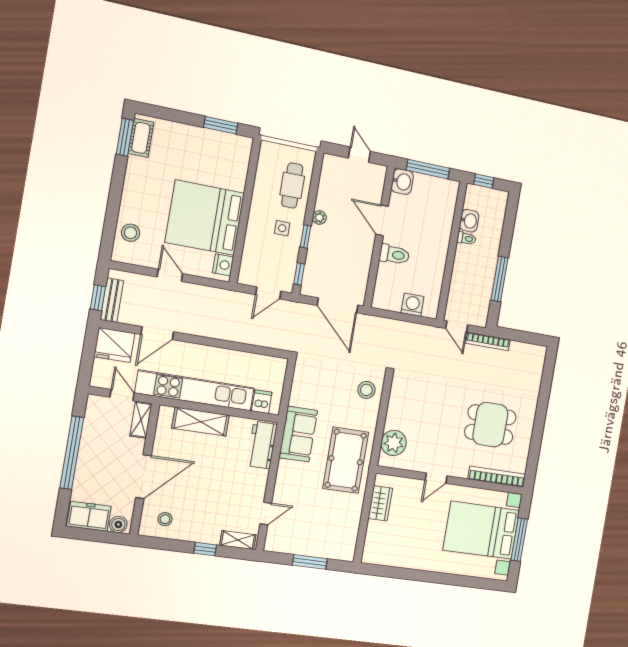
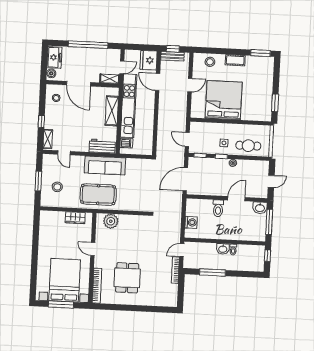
cot: (141, 138) -> (235, 60), moved
washbasin: (469, 221) -> (223, 249), moved
nightstand: (223, 265) -> (199, 113), removed
stool: (366, 390) -> (57, 187), moved
sofa: (298, 434) -> (105, 165), width x1.36

